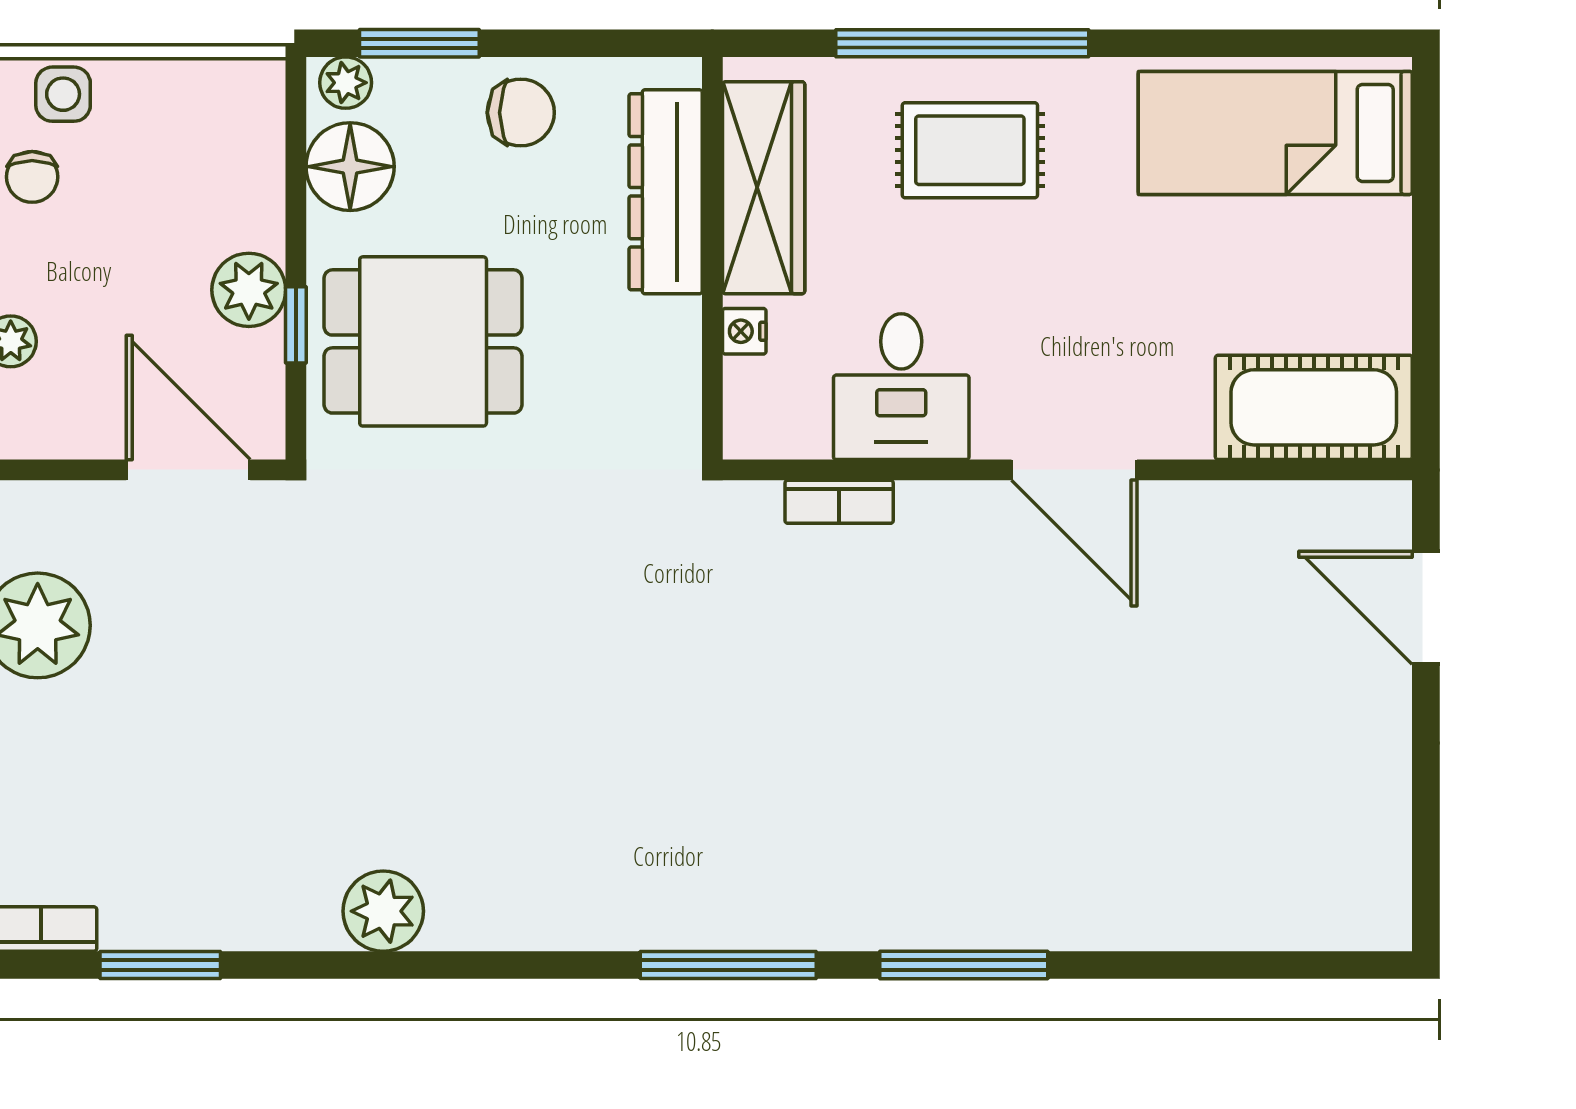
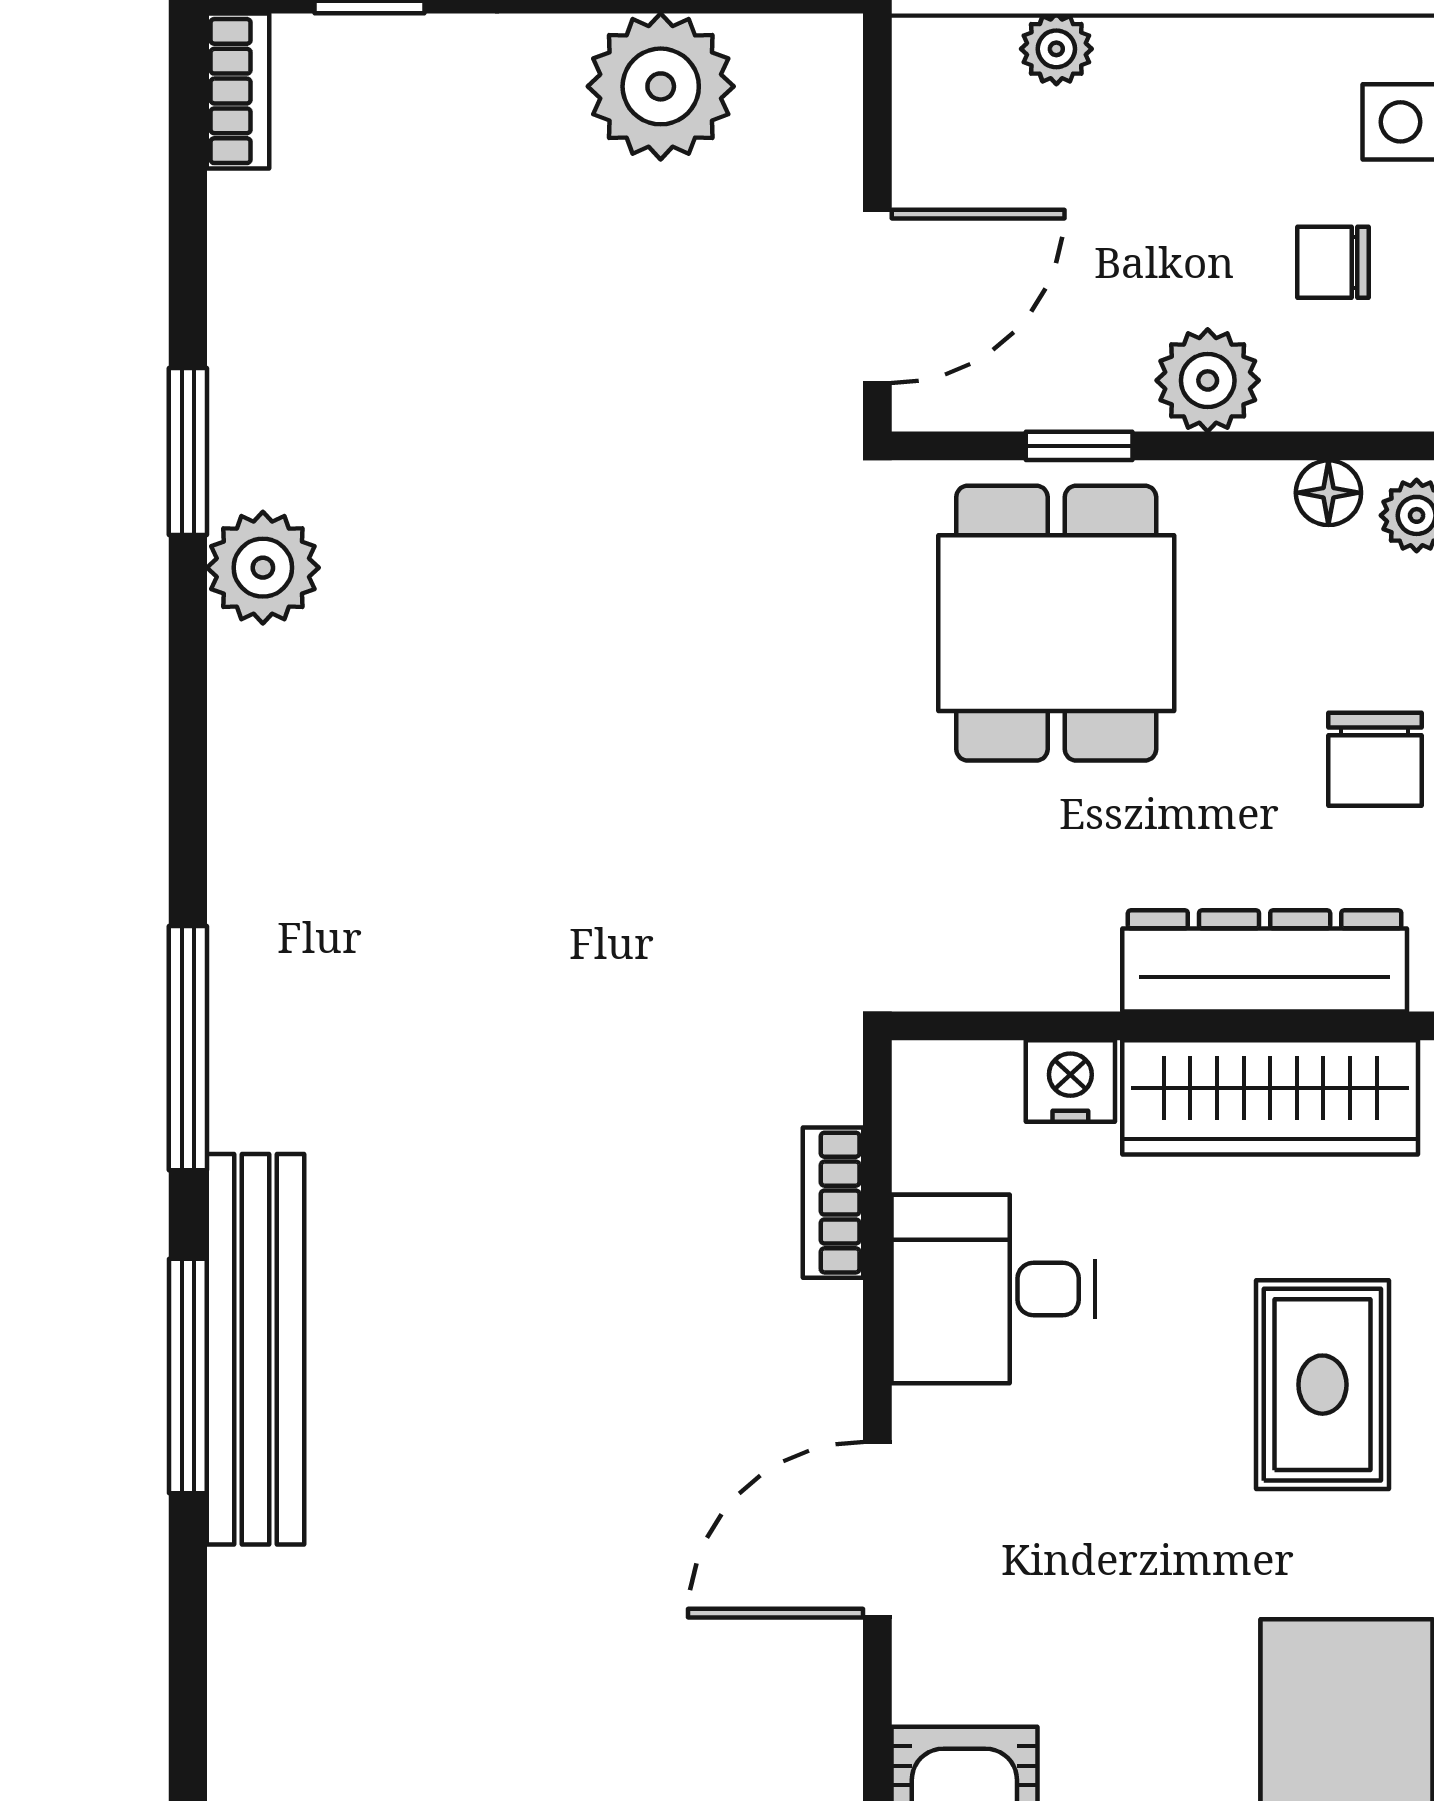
floor lamp: (350, 167) -> (1328, 493), width x0.53, depth x0.53
chair: (32, 177) -> (1333, 262), moved
plant: (249, 290) -> (1208, 380), moved
nightstand: (744, 331) -> (1070, 1081), width x1.39, depth x1.35
bench: (944, 916) -> (256, 1349), added
window: (160, 965) -> (188, 452), moved

